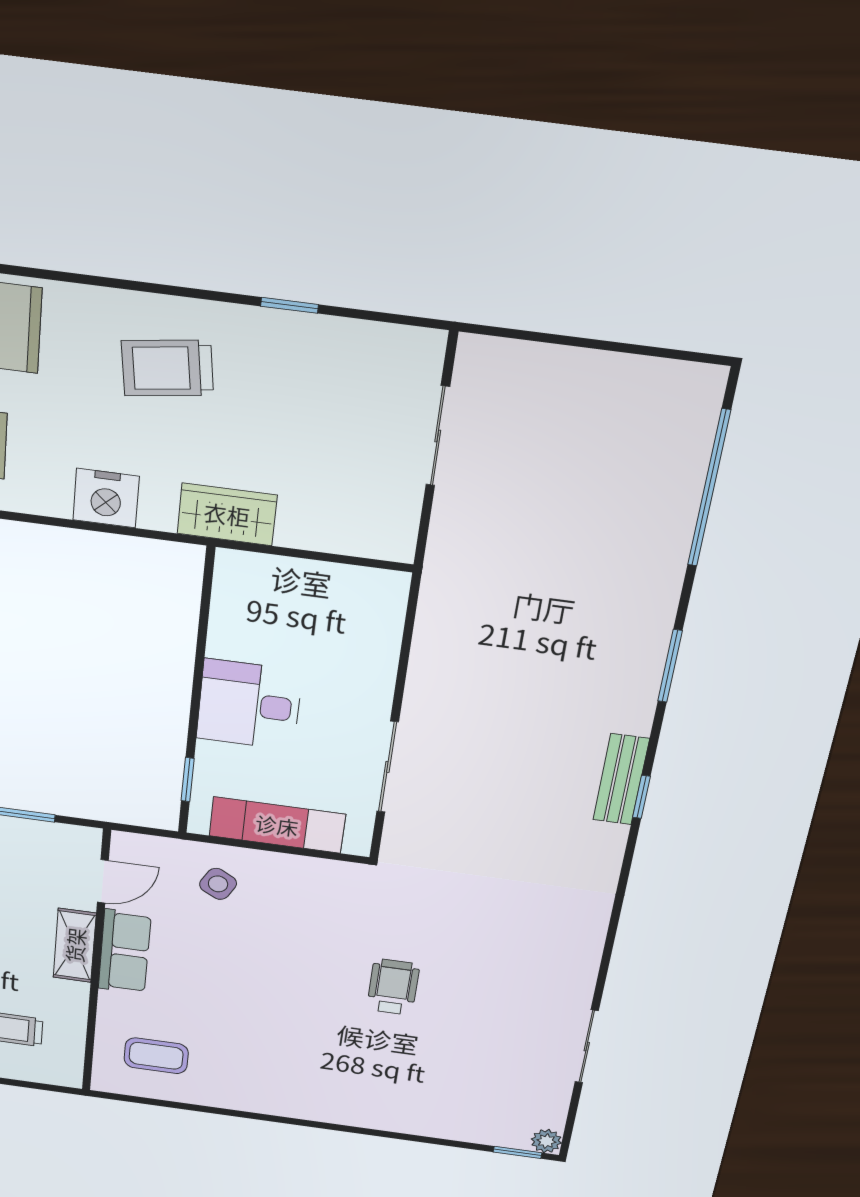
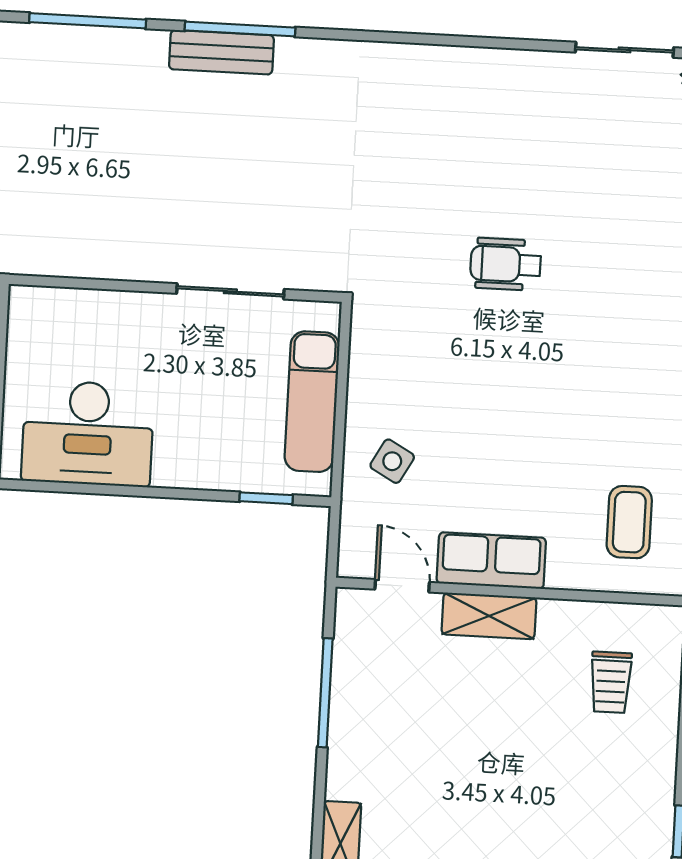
window: (670, 666) -> (88, 21), width x1.44
desk: (249, 705) -> (88, 433), moved, width x1.37
window: (641, 797) -> (240, 29), width x2.17
sliding door: (587, 1047) -> (625, 50), moved

